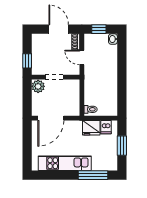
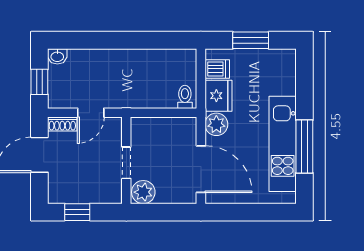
window: (27, 61) -> (77, 212), moved
plant: (76, 127) -> (216, 124), added
window: (93, 175) -> (304, 146), moved

